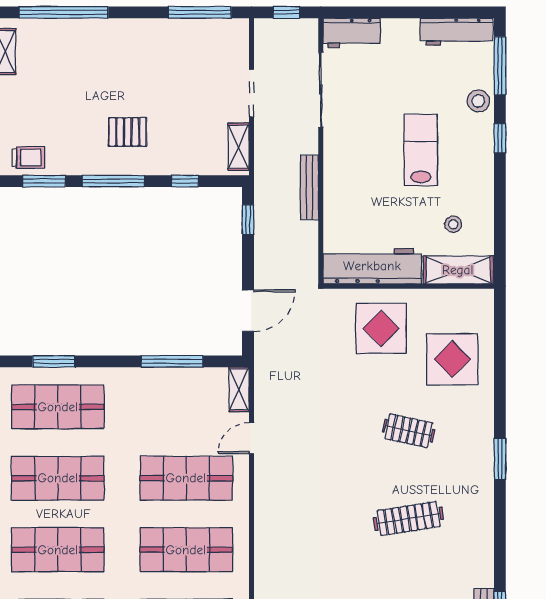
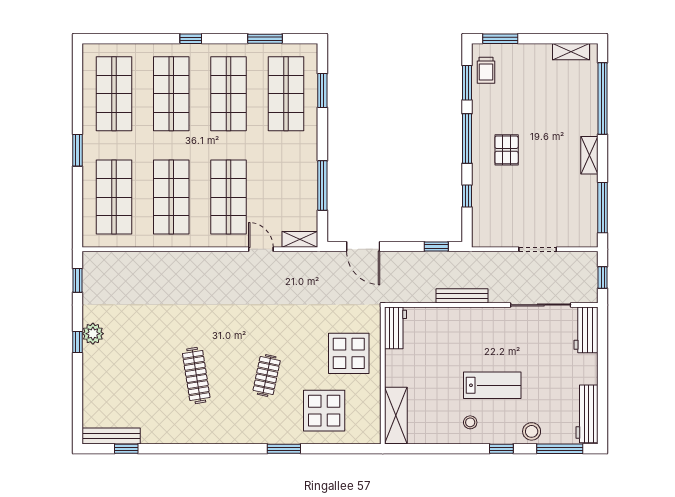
shelving: (239, 147) -> (589, 155), moved, turned 90
stool: (453, 224) -> (470, 422), moved
workbench: (372, 266) -> (395, 328), width x0.53, depth x0.76
window: (500, 459) -> (284, 449), moved

